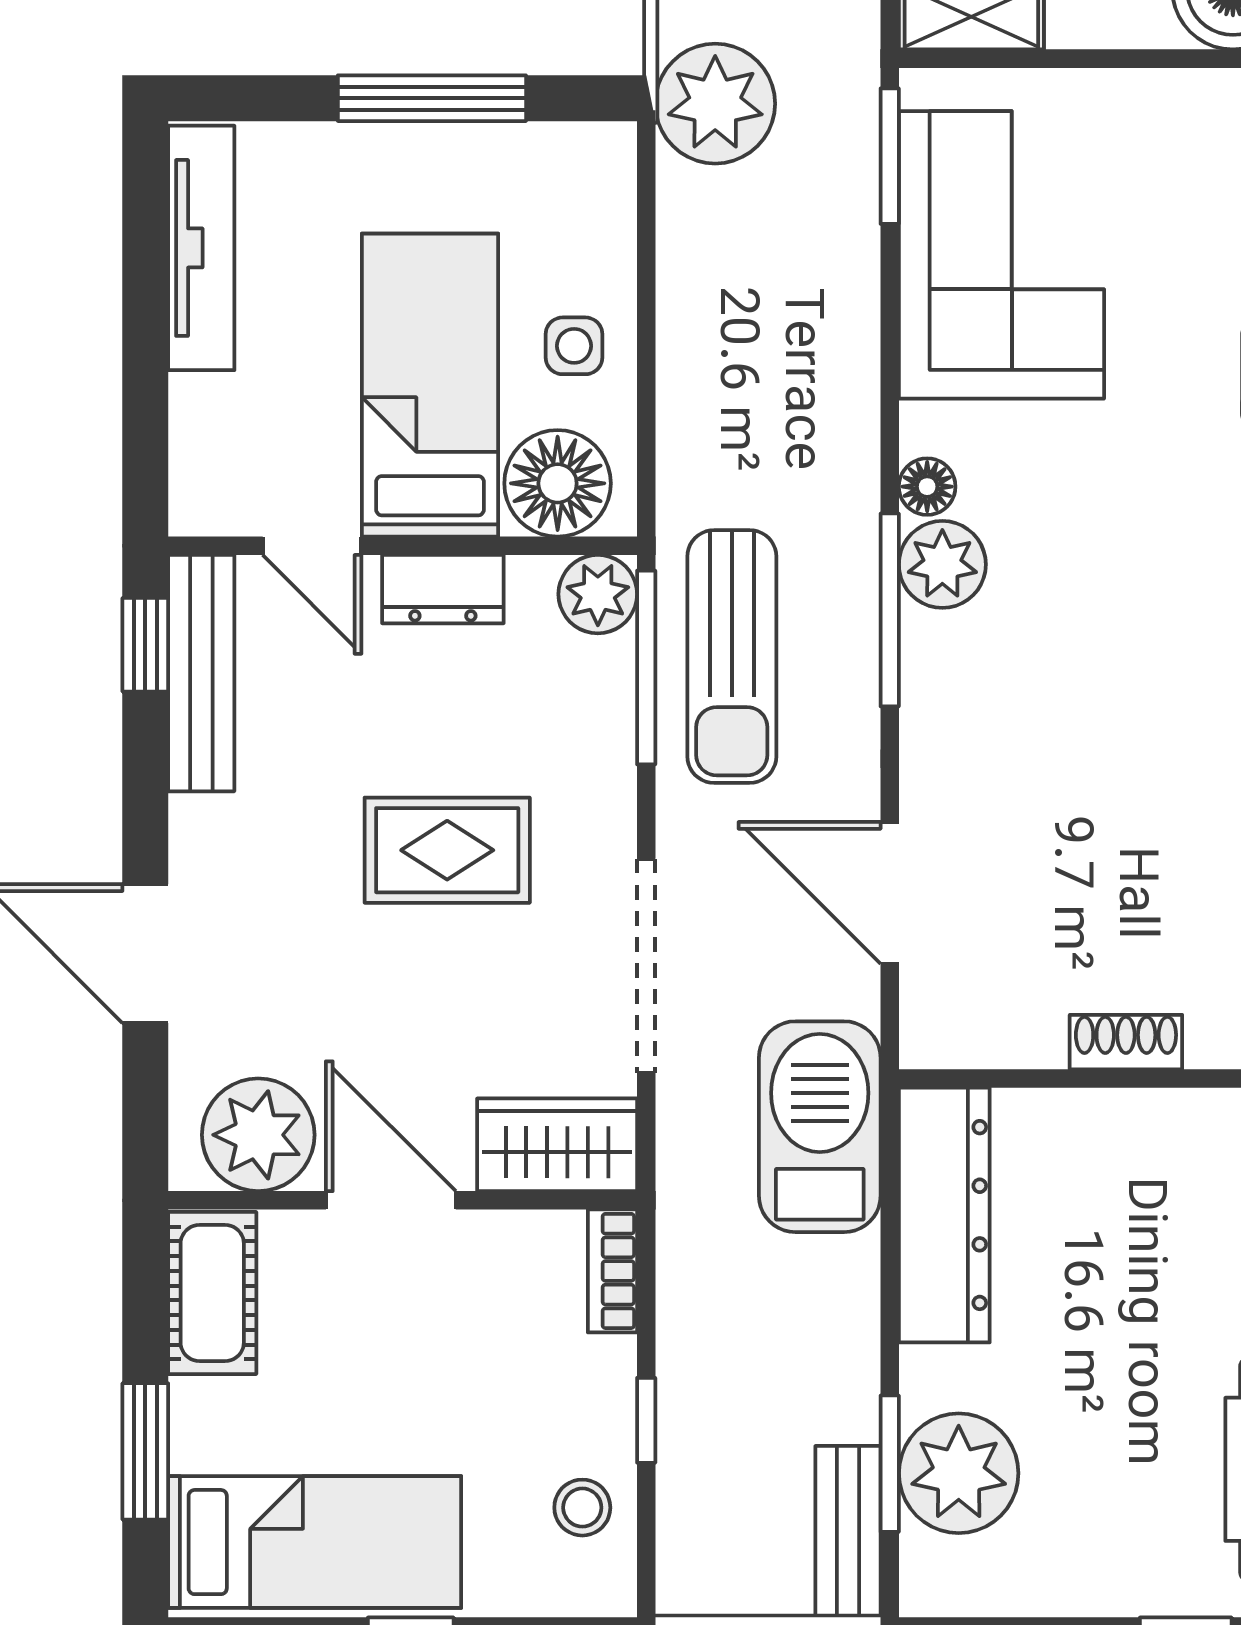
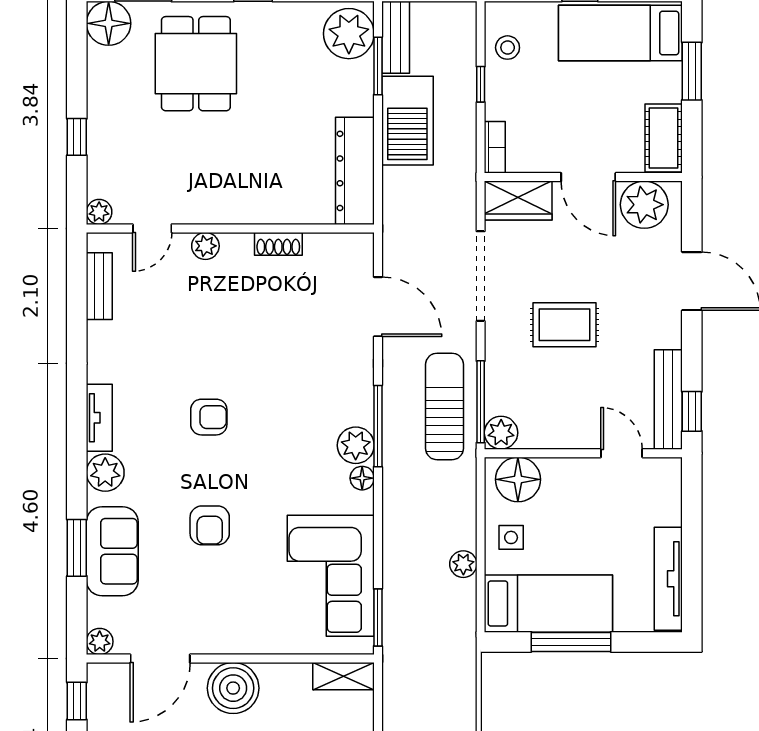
plant: (715, 104) -> (463, 564), moved, width x0.53, depth x0.53
bed: (430, 385) -> (548, 604), moved, turned -90
dresser: (443, 589) -> (566, 435), removed
barbecue: (820, 1127) -> (407, 121), moved
plant: (959, 1473) -> (349, 34), moved

